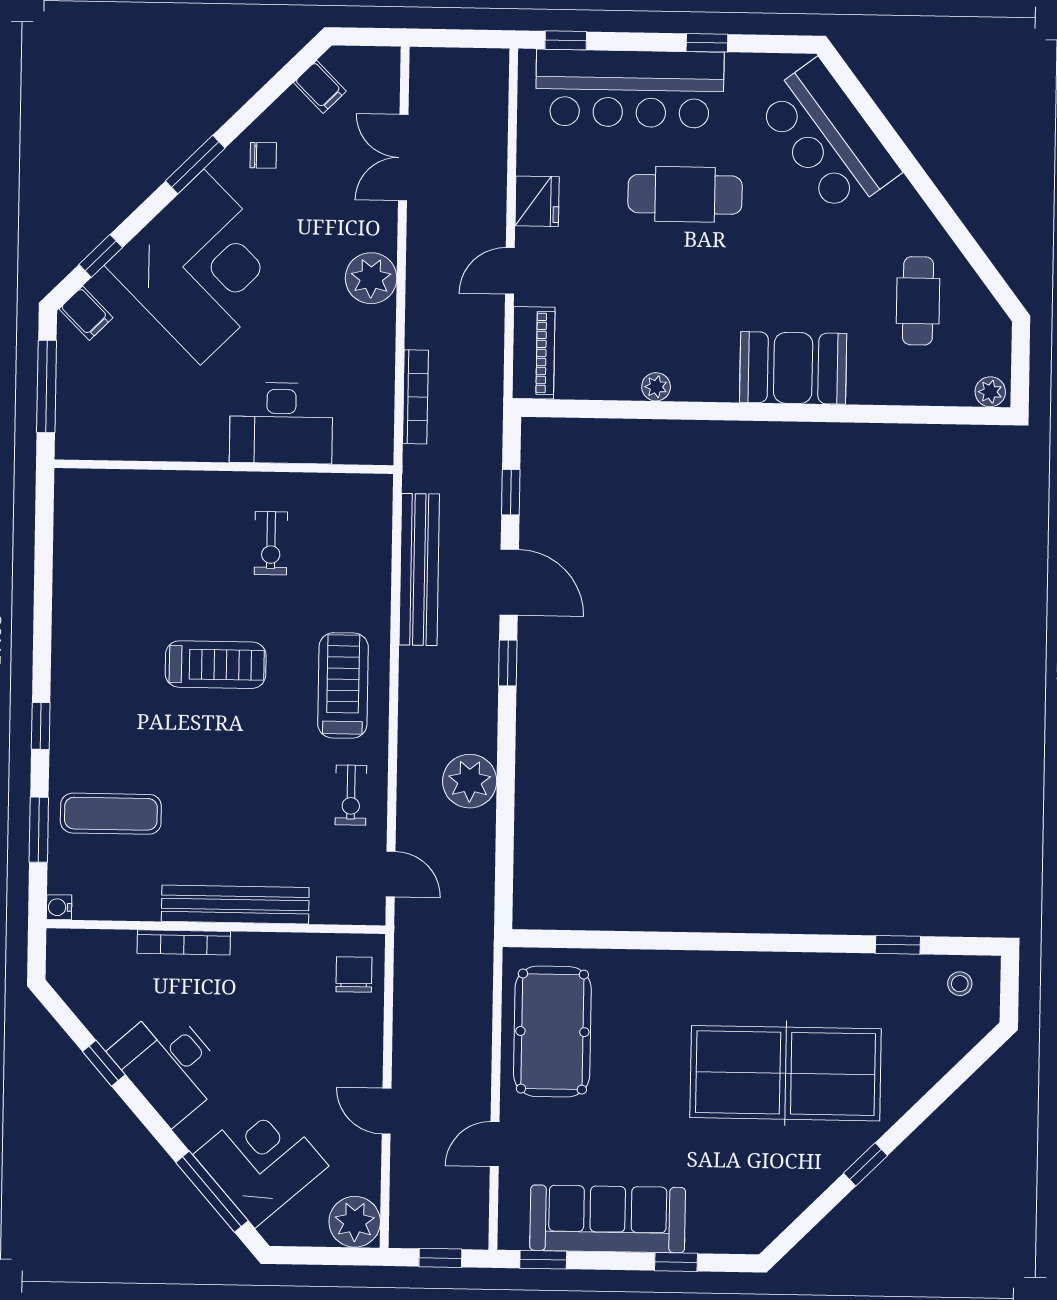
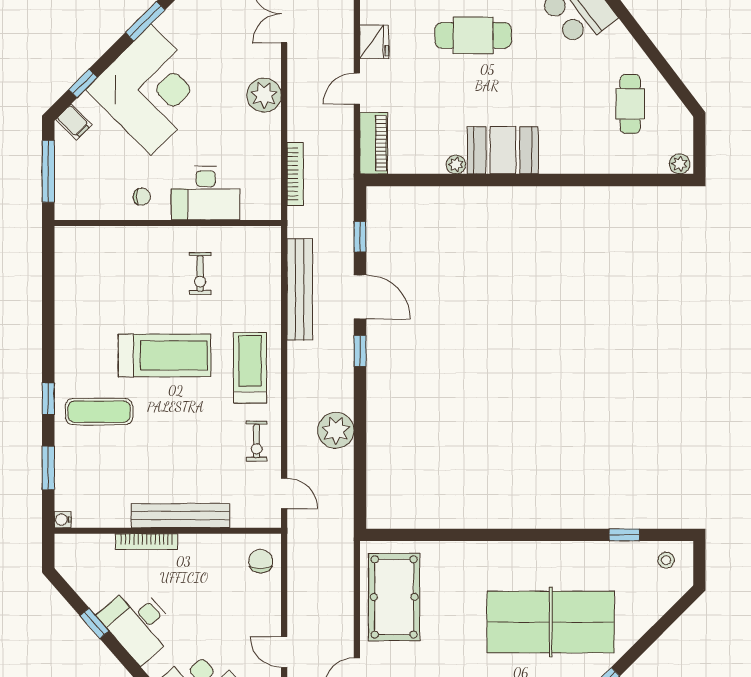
chair: (263, 155) -> (142, 197), moved
booth: (793, 368) -> (503, 150), moved
treadmill: (216, 665) -> (165, 355), width x1.37, depth x1.38
exercise mat: (111, 814) -> (99, 412), moved

